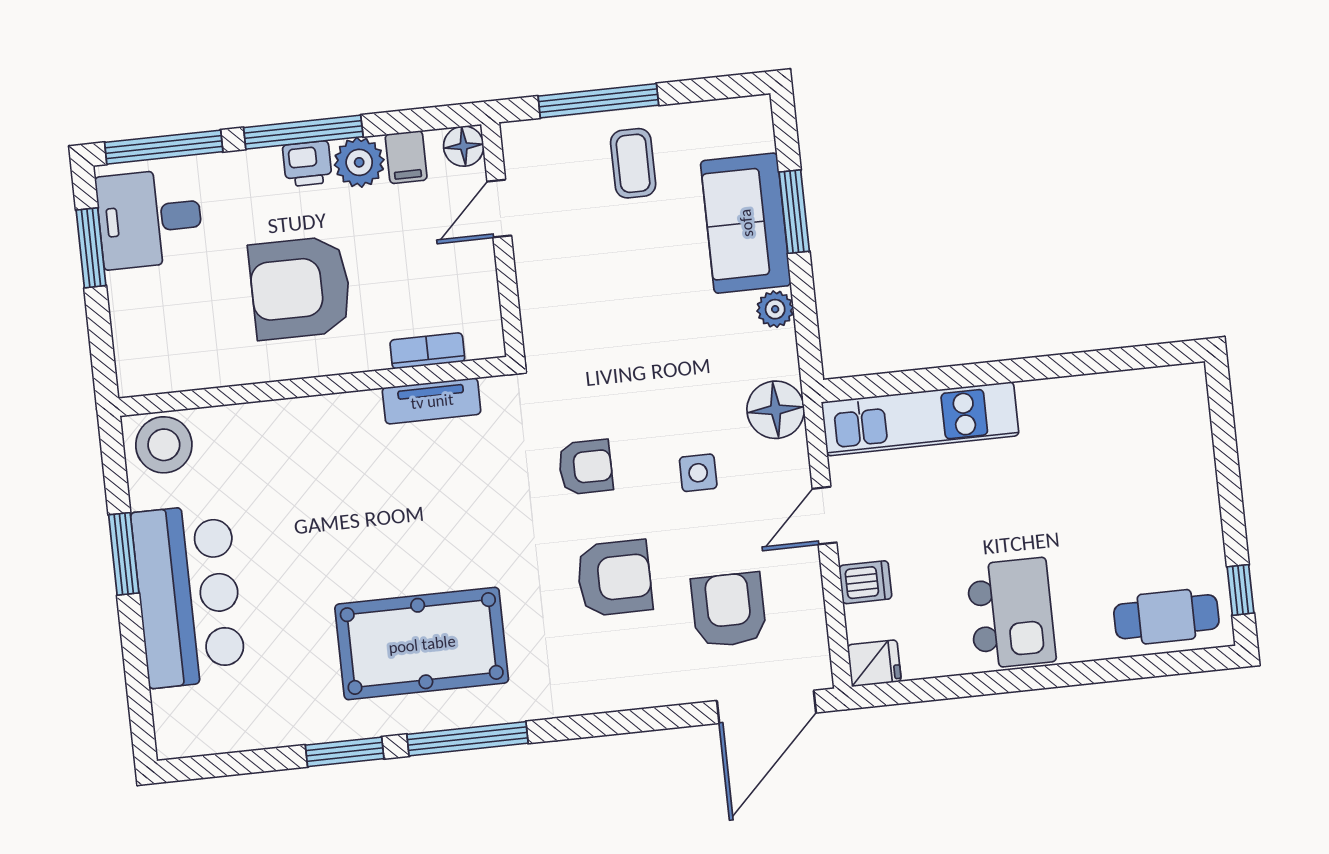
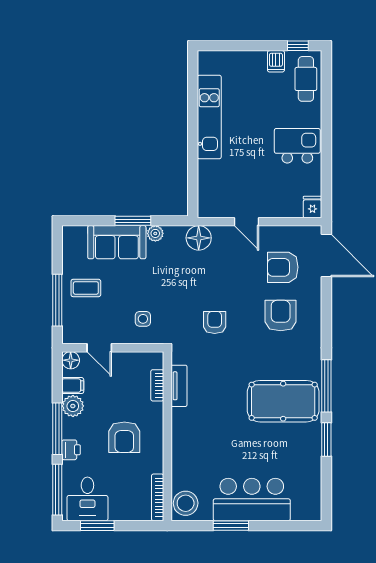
printer: (307, 164) -> (71, 450), moved
window: (794, 212) -> (133, 221), moved
armchair: (300, 288) -> (124, 437), width x0.73, depth x0.73
bookcase: (170, 379) -> (158, 497), added
kitchen unit: (920, 419) -> (209, 117), moved
side table: (698, 473) -> (143, 319), moved
armchair: (614, 578) -> (281, 316), moved
dishwasher: (865, 582) -> (276, 61), moved, turned 180
pool table: (422, 644) -> (283, 401), turned 90

